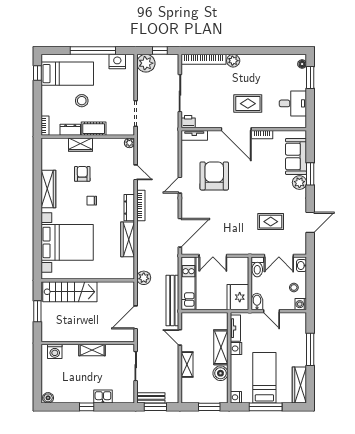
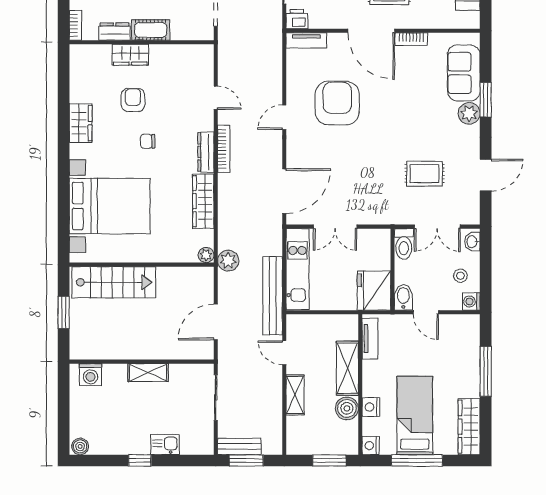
plant: (129, 143) -> (206, 255), moved
wardrobe: (48, 189) -> (81, 123), width x0.67
nightstand: (236, 349) -> (371, 407), moved

